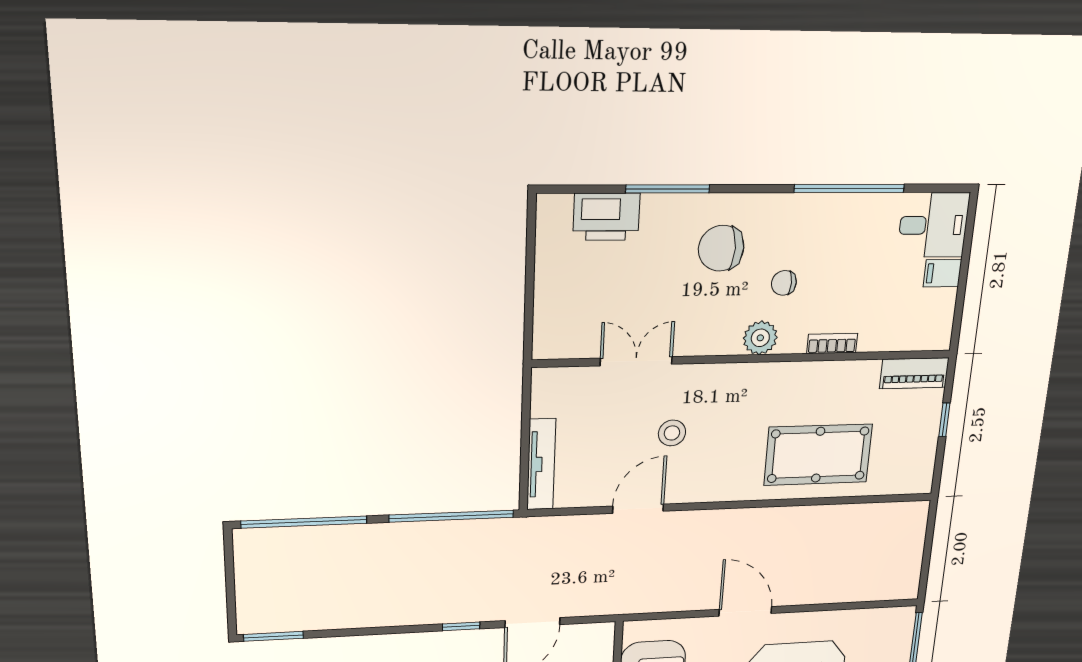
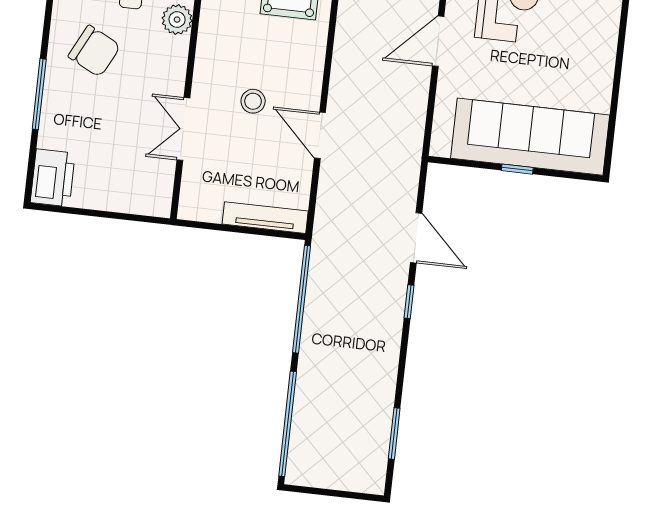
printer: (606, 217) -> (53, 178), moved
chair: (721, 248) -> (94, 51), turned -63
window: (273, 636) -> (394, 434), moved

